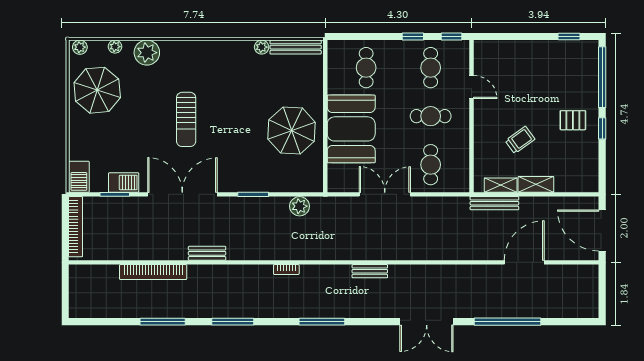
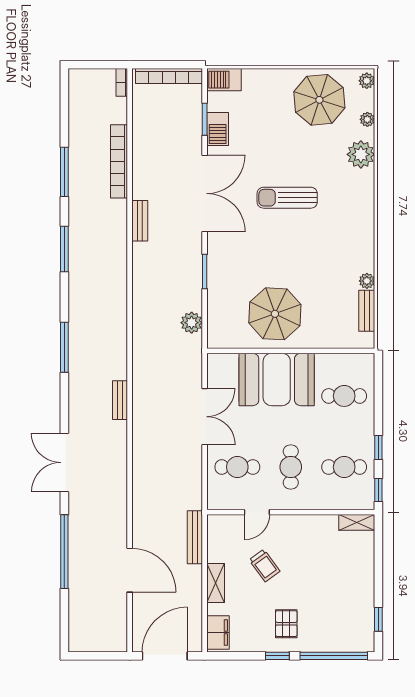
bench: (296, 47) -> (367, 311), width x0.73
door: (471, 87) -> (257, 512), moved
filing cabinet: (581, 182) -> (218, 633), added
shelving: (501, 185) -> (357, 522), moved, turned 90
bookcase: (286, 270) -> (122, 82), moved

